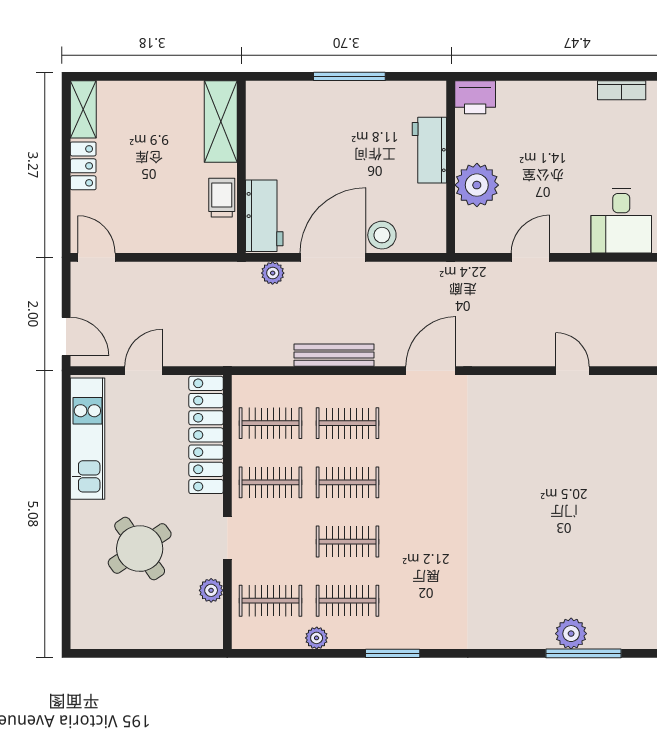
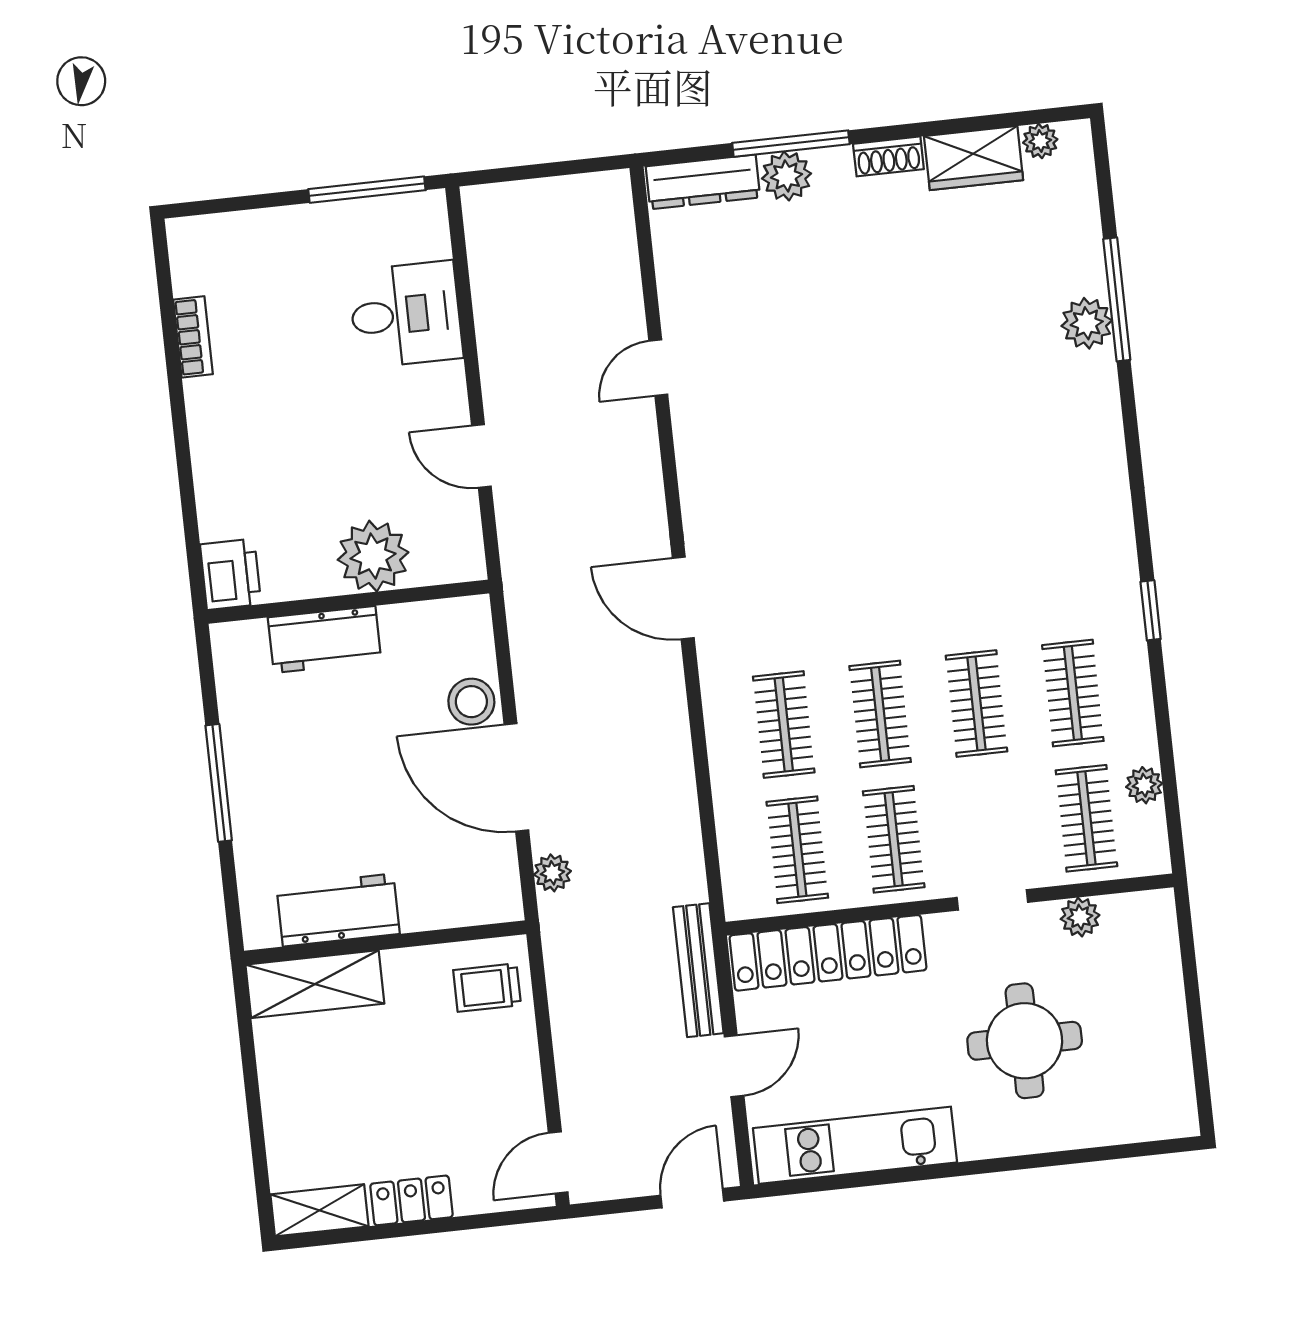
trolley: (222, 198) -> (487, 988), moved
workbench: (264, 216) -> (338, 910), moved
bench: (334, 355) -> (698, 970), moved
door: (143, 371) -> (734, 1066), swing flipped
round table: (140, 549) -> (1025, 1041), turned 35
plant: (317, 638) -> (1144, 785), moved
window: (393, 653) -> (1151, 610), width x0.67

